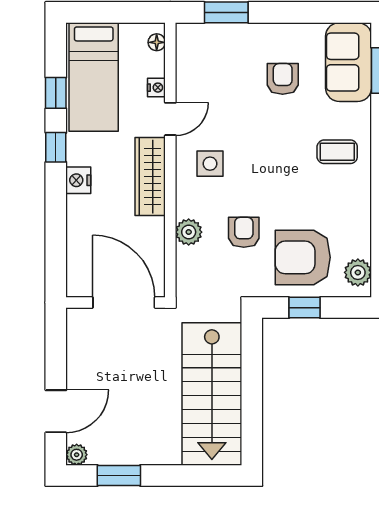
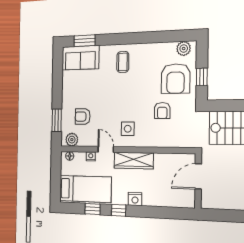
armchair: (283, 79) -> (83, 117), moved
plant: (189, 232) -> (72, 140), moved
armchair: (244, 232) -> (162, 111), turned -90
door: (124, 302) -> (198, 176), width x0.73

